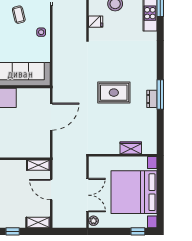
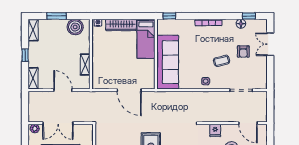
shelving: (38, 165) -> (85, 65), moved
door: (51, 190) -> (63, 90), hinge flipped

